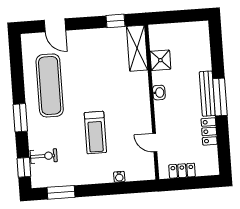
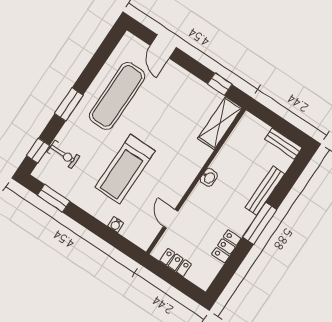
bench: (193, 28) -> (283, 143), added
shower: (160, 60) -> (232, 150), removed
bench: (207, 94) -> (265, 191), moved
treadmill: (95, 133) -> (125, 169), width x1.37, depth x1.38

